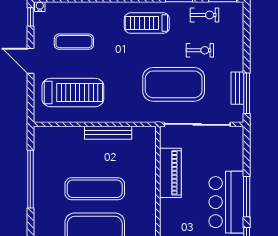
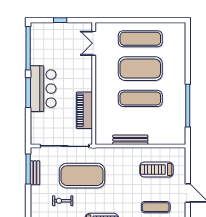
treadmill: (73, 93) -> (156, 170), width x0.73, depth x0.73

